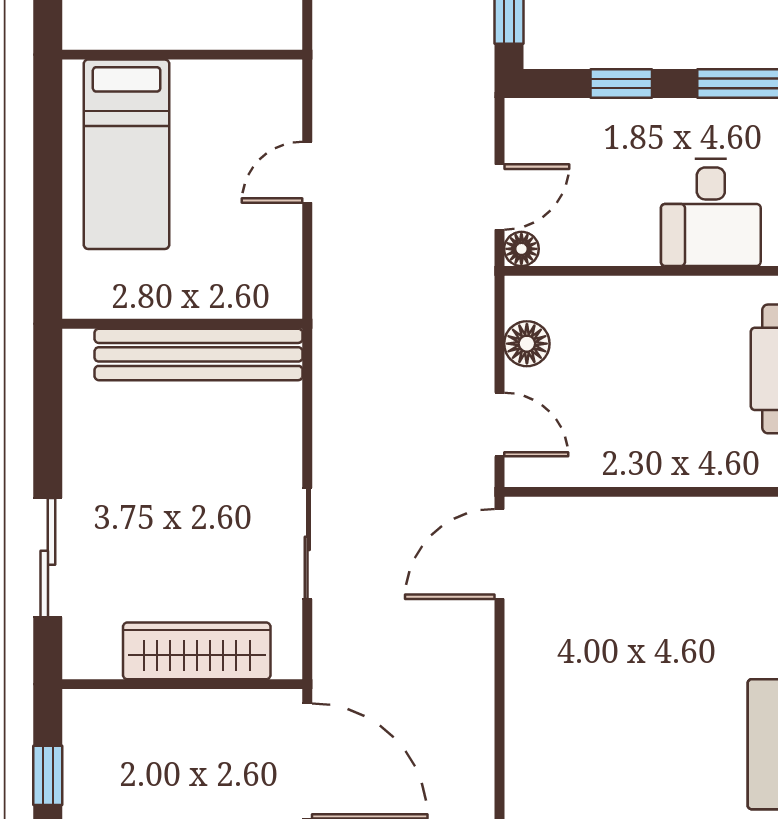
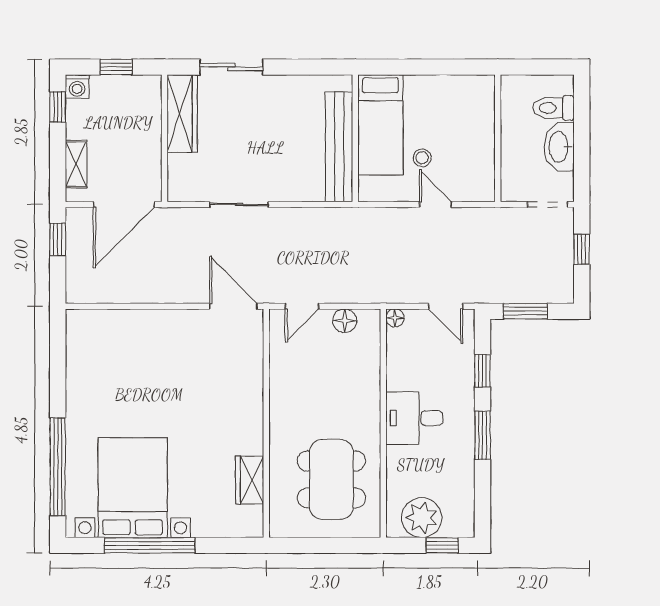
bed: (127, 154) -> (380, 125), moved, turned -90
stool: (219, 197) -> (422, 158), added
door: (499, 197) -> (446, 306), moved
wardrobe: (197, 651) -> (182, 114), moved

